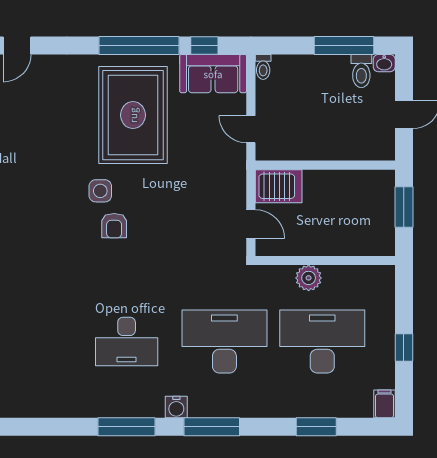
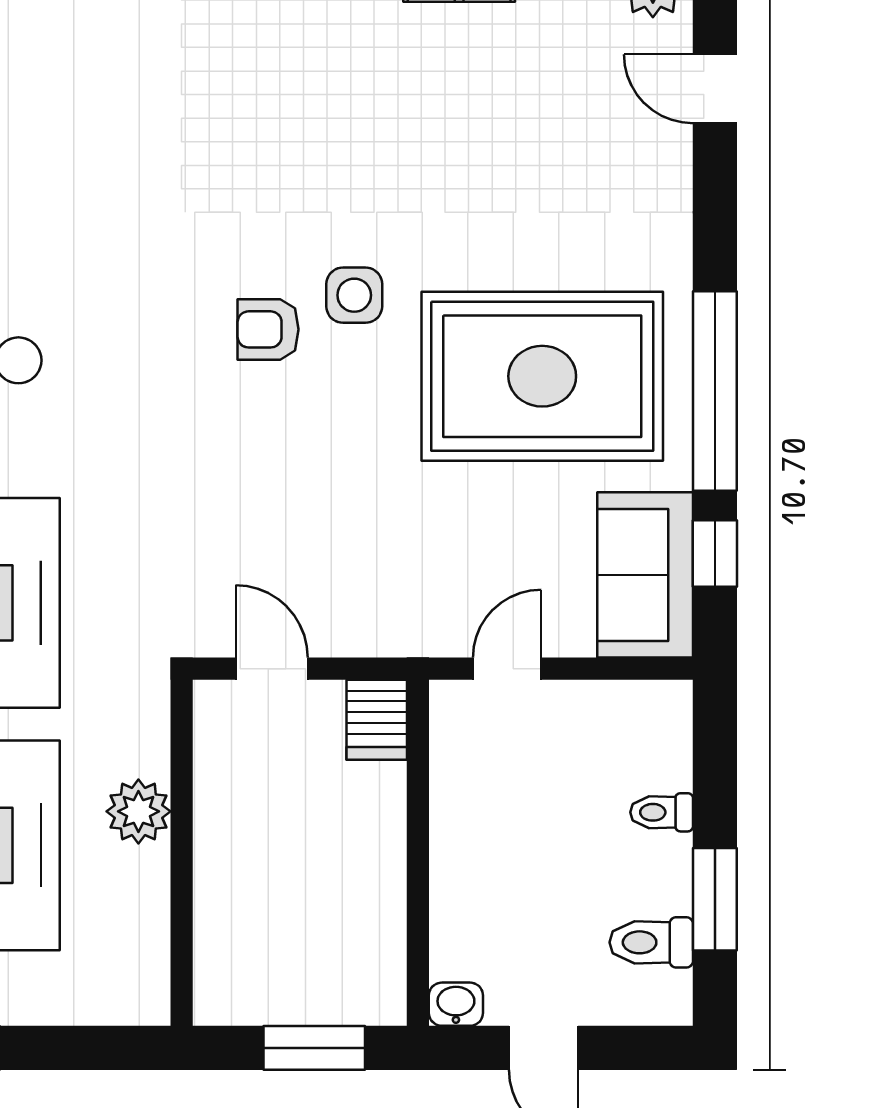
window: (344, 45) -> (715, 899), width x0.69
washbasin: (384, 63) -> (456, 1004), moved, turned 90
toilet: (263, 67) -> (662, 812), moved
server rack: (279, 186) -> (377, 720), width x0.73, depth x0.70
door: (251, 224) -> (272, 669), swing flipped

